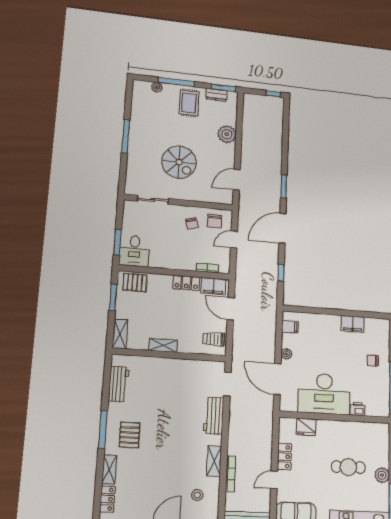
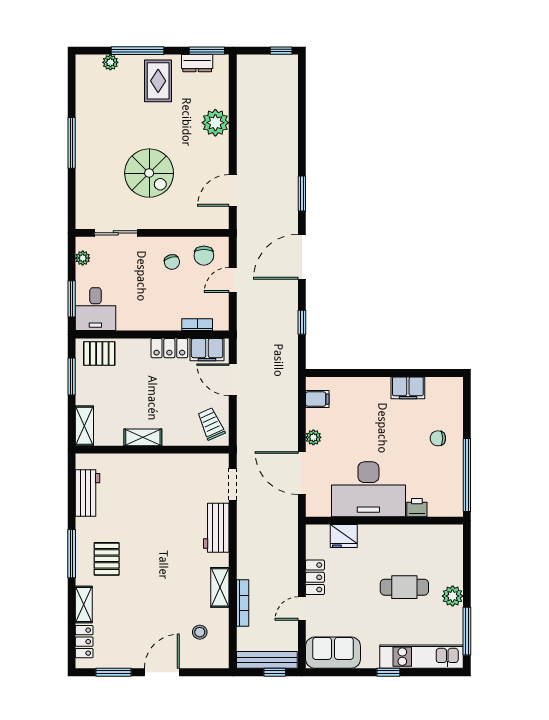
plant: (128, 215) -> (83, 258), added
trolley: (214, 339) -> (211, 424), turned 66

